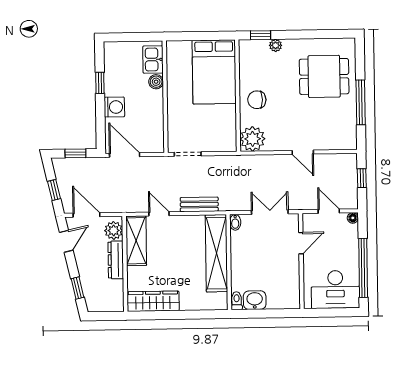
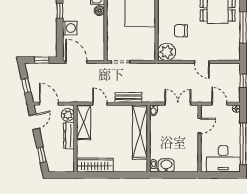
chair: (257, 100) -> (181, 31), moved

